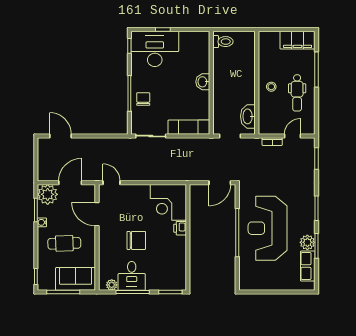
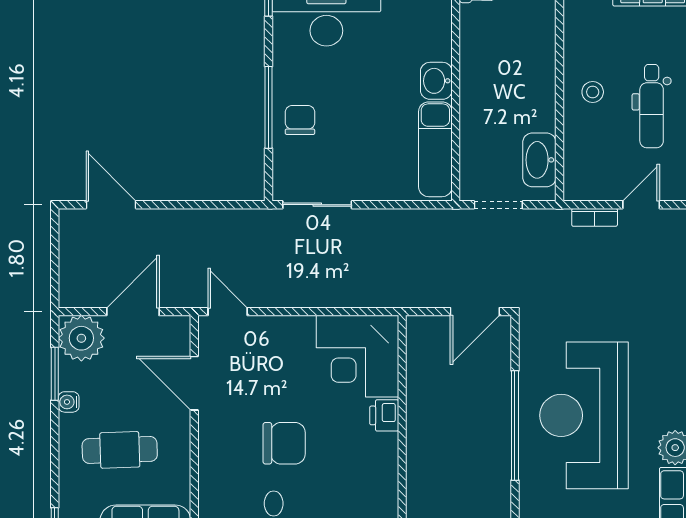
exam couch: (189, 127) -> (435, 149), moved, turned -90

